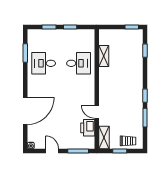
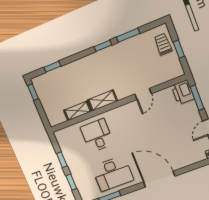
desk: (44, 63) -> (113, 173), width x1.37
door: (25, 111) -> (159, 179), moved
printer: (88, 128) -> (183, 92), moved, turned 90
shelving: (104, 138) -> (103, 100), moved

